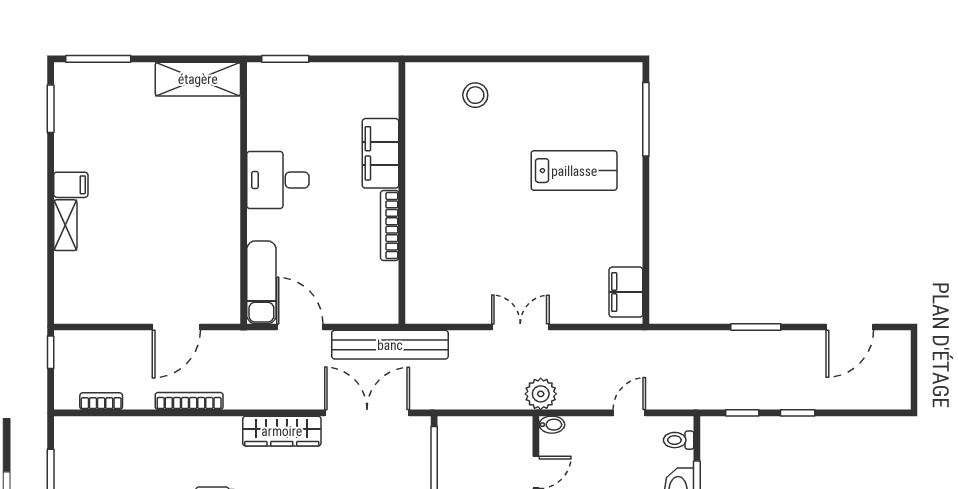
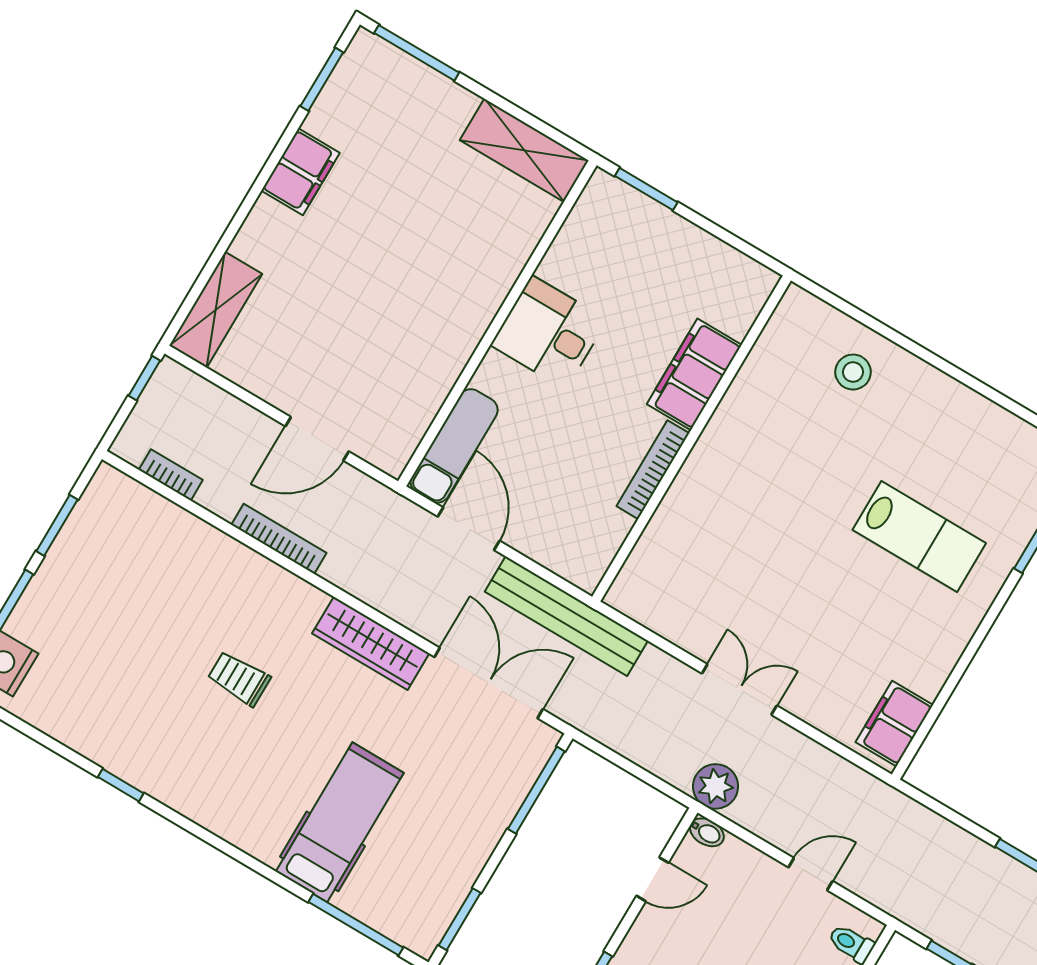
filing cabinet: (71, 185) -> (300, 172), width x2.00
shelving: (65, 225) -> (216, 310), moved, width x1.50, depth x1.33

